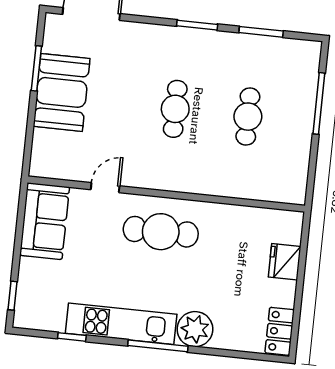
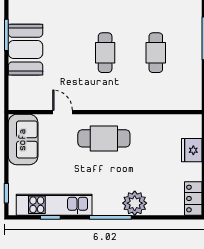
door: (105, 188) -> (62, 112), hinge flipped
kitchen unit: (121, 324) -> (54, 205), moved

